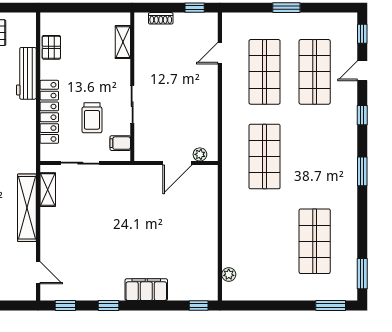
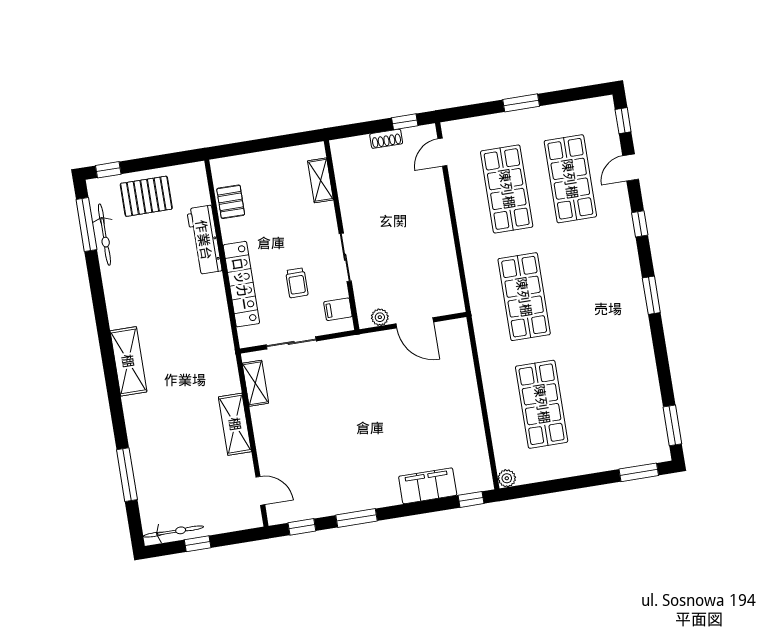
shoe rack: (161, 18) -> (386, 139), moved
door: (220, 53) -> (442, 152), moved
trolley: (92, 118) -> (297, 283), width x0.73, depth x0.72
plant: (200, 154) -> (380, 317), moved
door: (177, 163) -> (415, 323), hinge flipped
shelving: (27, 208) -> (235, 424), width x0.68
shop shelf: (315, 241) -> (542, 404), moved
plant: (229, 274) -> (507, 478), moved
filing cabinet: (146, 290) -> (428, 486), moved
window: (109, 305) -> (357, 518), width x1.50

